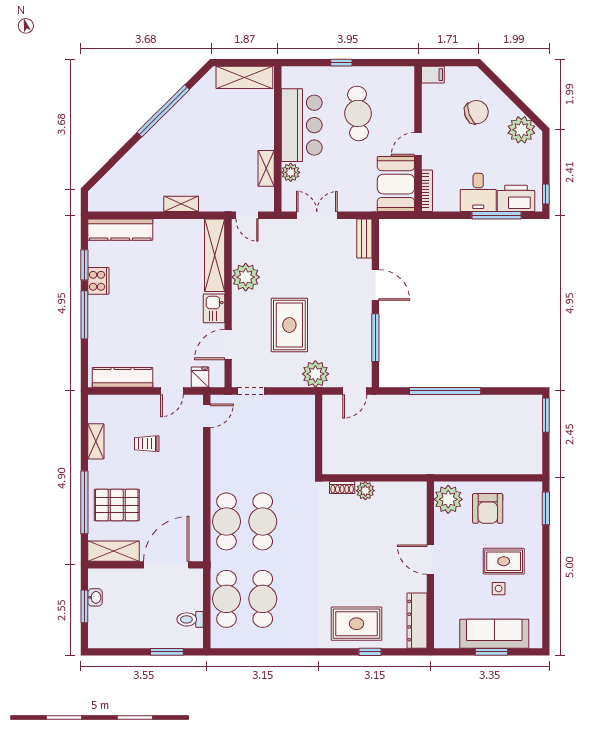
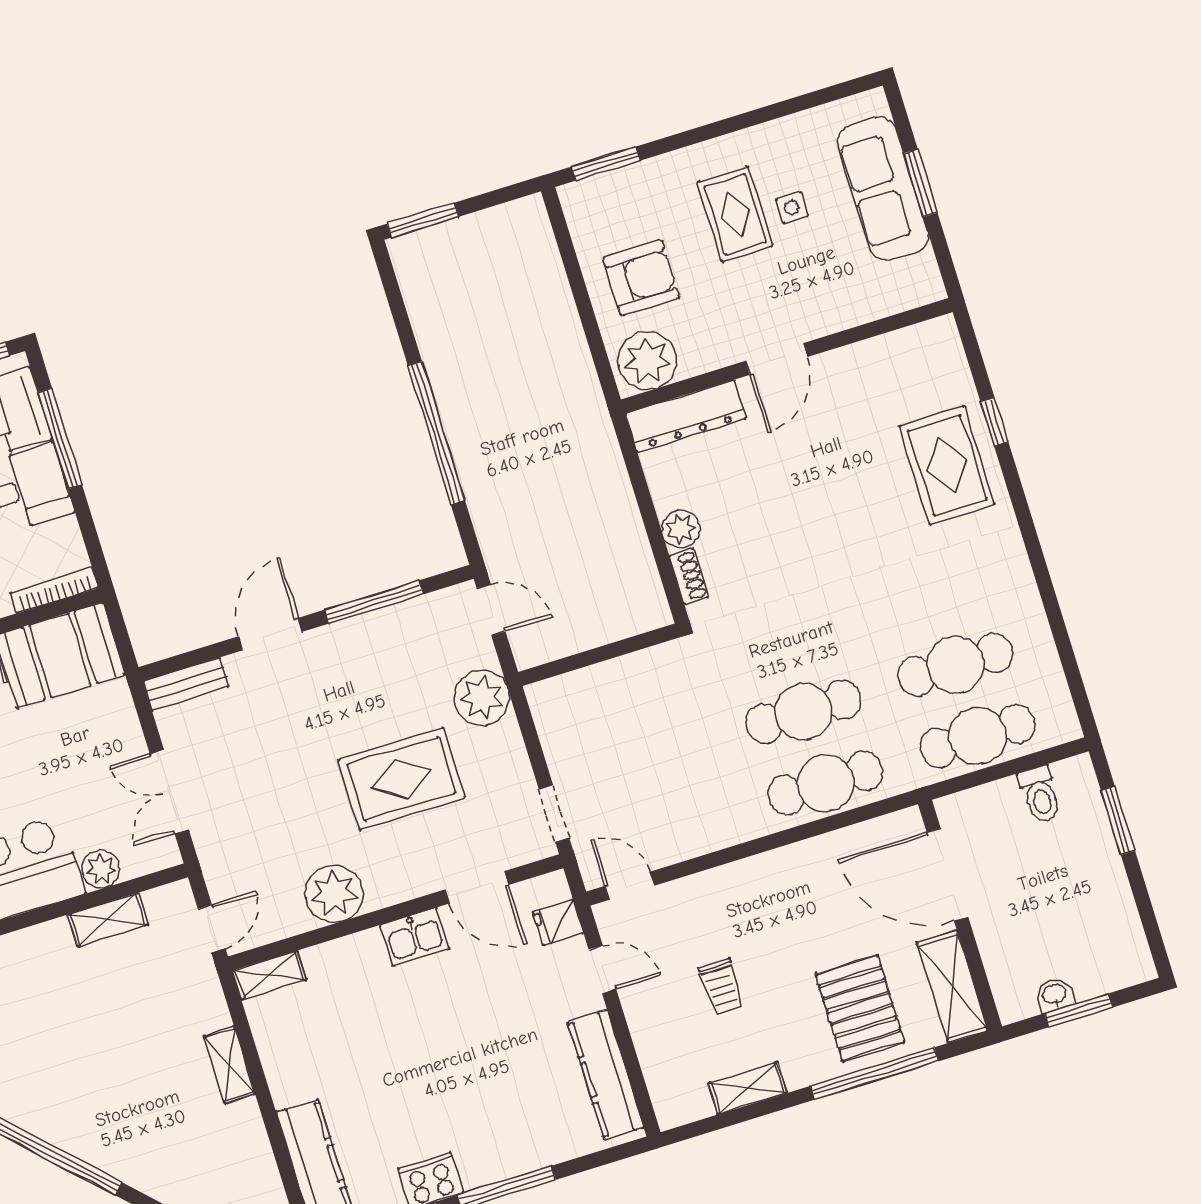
shelving: (215, 255) -> (269, 975), width x0.45, depth x0.75
dresser: (417, 621) -> (686, 416), moved

